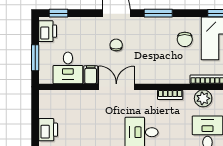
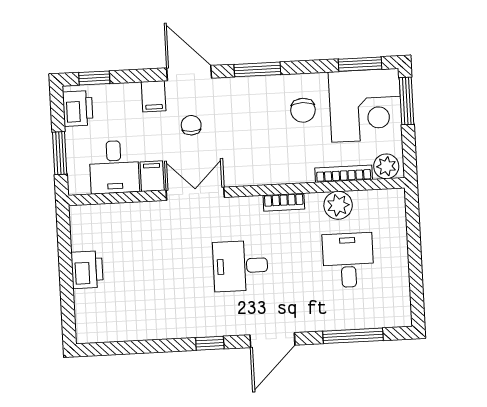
filing cabinet: (94, 26) -> (154, 96), added

